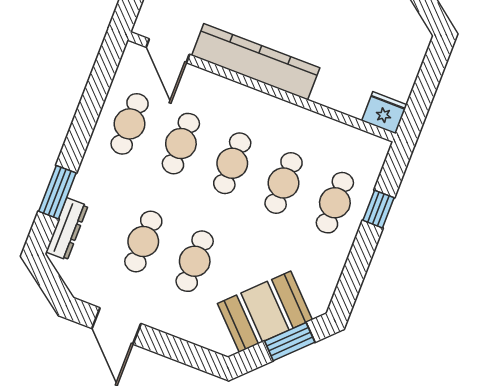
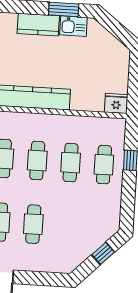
booth: (265, 312) -> (83, 241), removed
window: (290, 342) -> (103, 253), width x0.67

